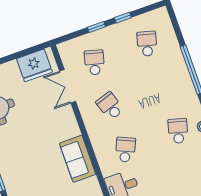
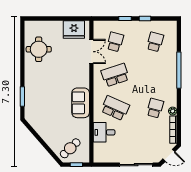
double door: (68, 86) -> (91, 52), swing flipped
school desk: (110, 106) -> (115, 75), width x1.85
school desk: (125, 150) -> (115, 108), width x1.85

